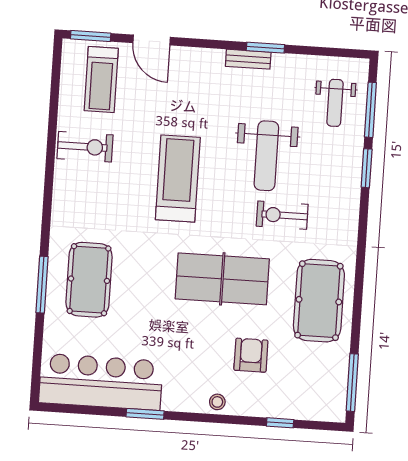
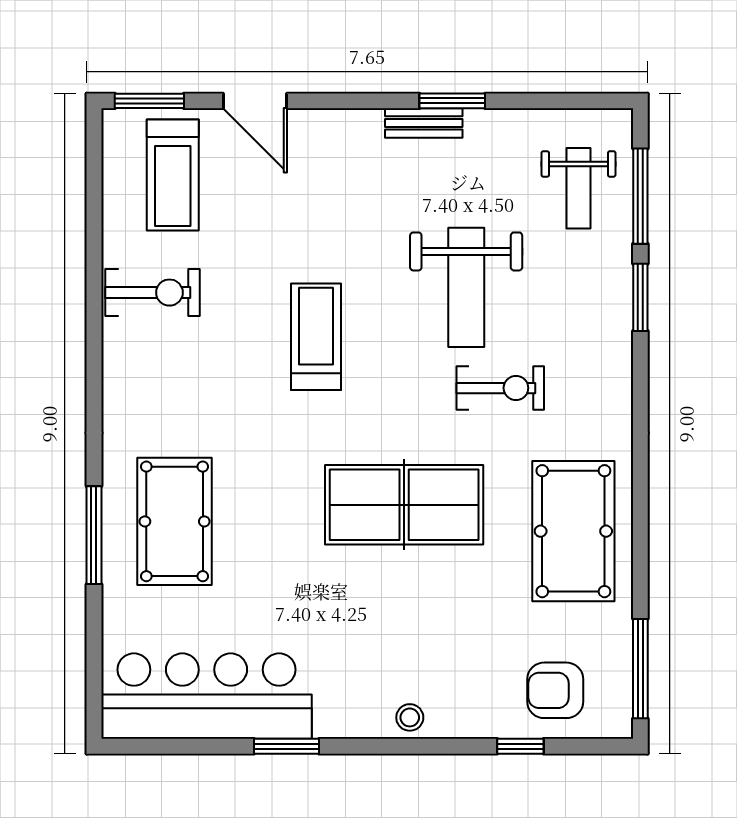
treadmill: (178, 179) -> (316, 337), width x0.73, depth x0.73
exercise bike: (282, 215) -> (500, 388), turned 180
armchair: (251, 355) -> (555, 690), moved, turned -90

